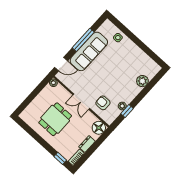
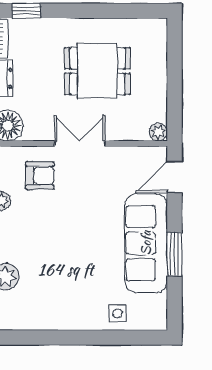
window: (83, 40) -> (174, 254), width x0.69
dining table: (55, 119) -> (97, 71), turned 90

